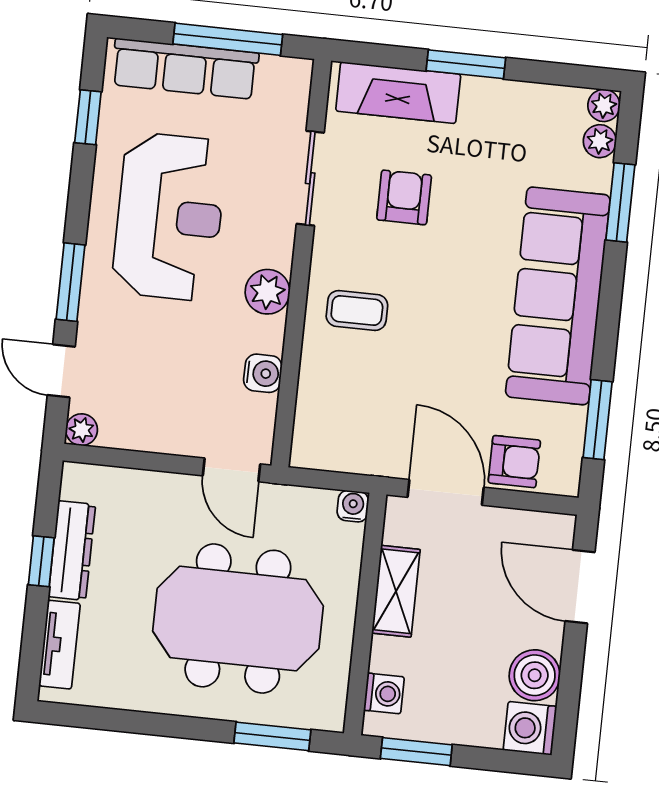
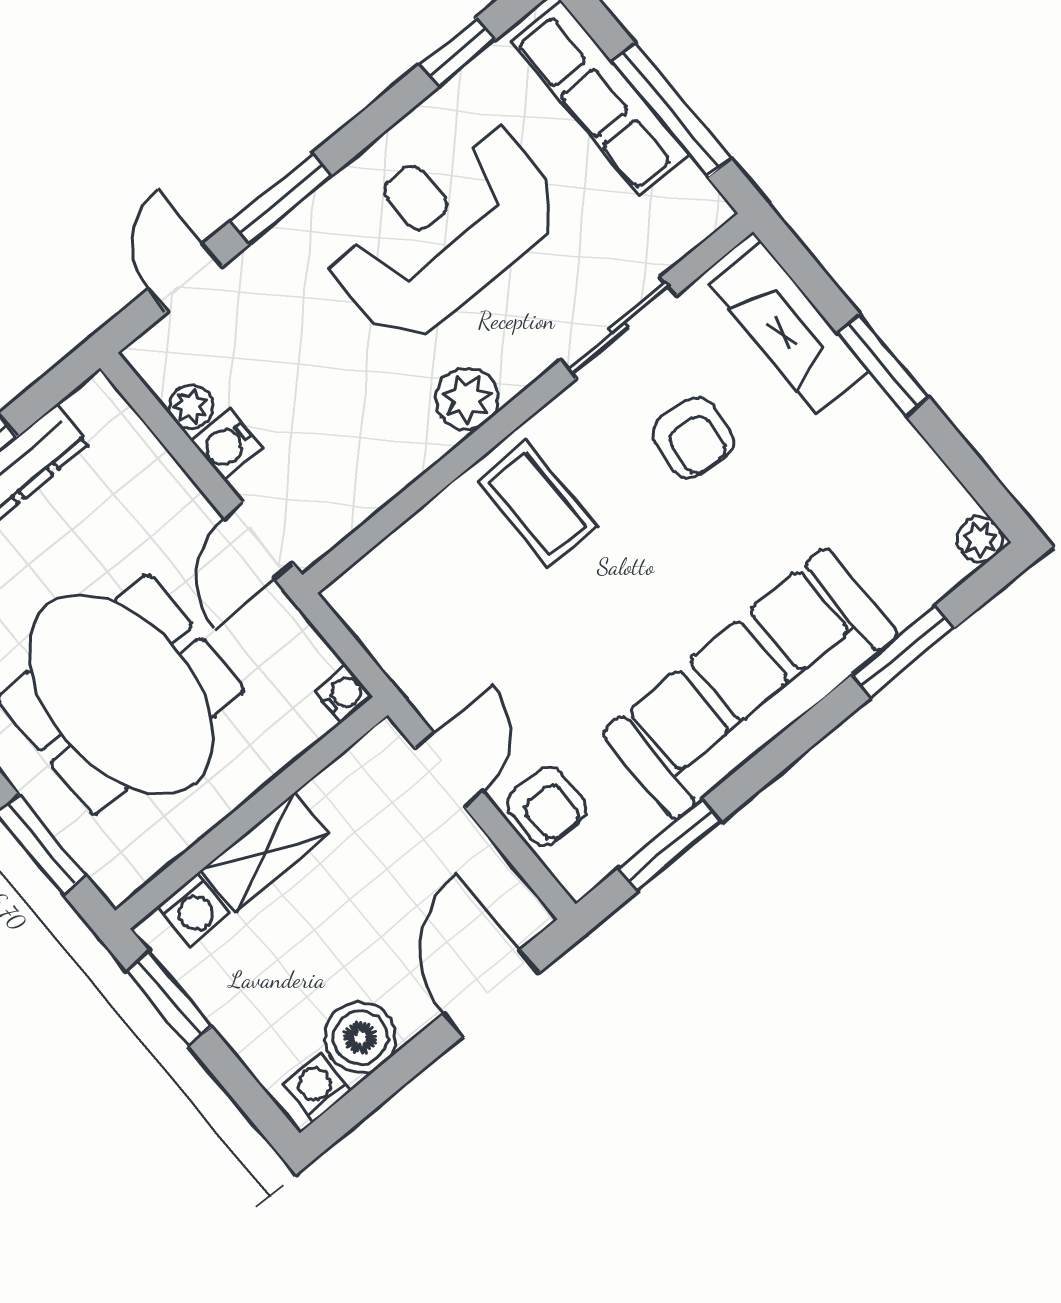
plant: (600, 141) -> (942, 571), removed
armchair: (404, 197) -> (693, 437), turned 97
reception desk: (169, 217) -> (442, 229), turned 180
coffee table: (357, 310) -> (537, 504), width x1.36, depth x1.30
water cooler: (263, 373) -> (227, 444), moved, turned 90
plant: (82, 430) -> (191, 407), moved
door: (446, 492) -> (449, 770), width x0.73
shelving: (396, 591) -> (265, 853), moved
washing machine: (530, 728) -> (317, 1087), width x0.73, depth x0.73

